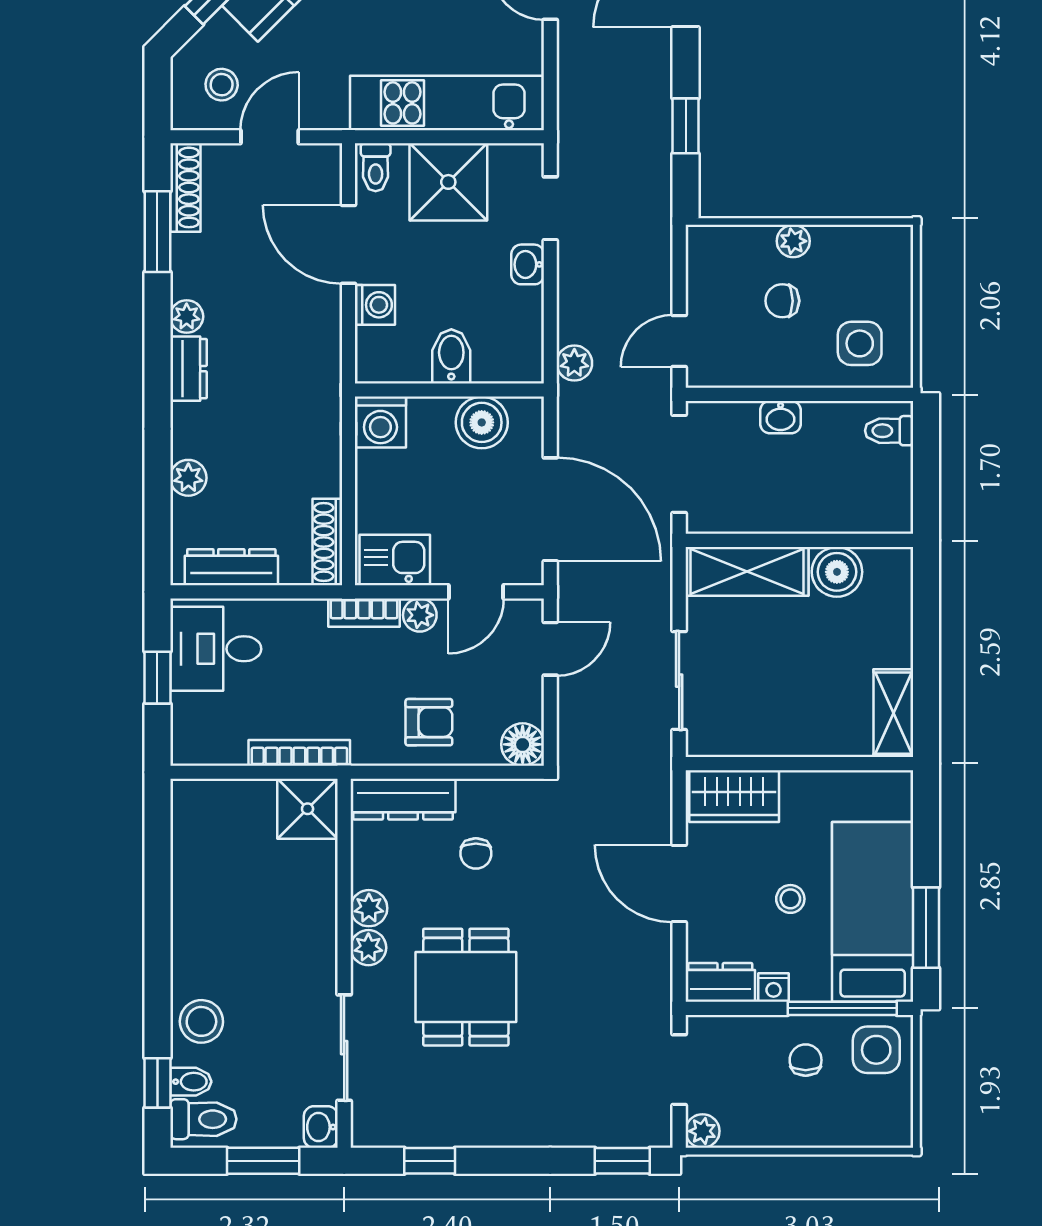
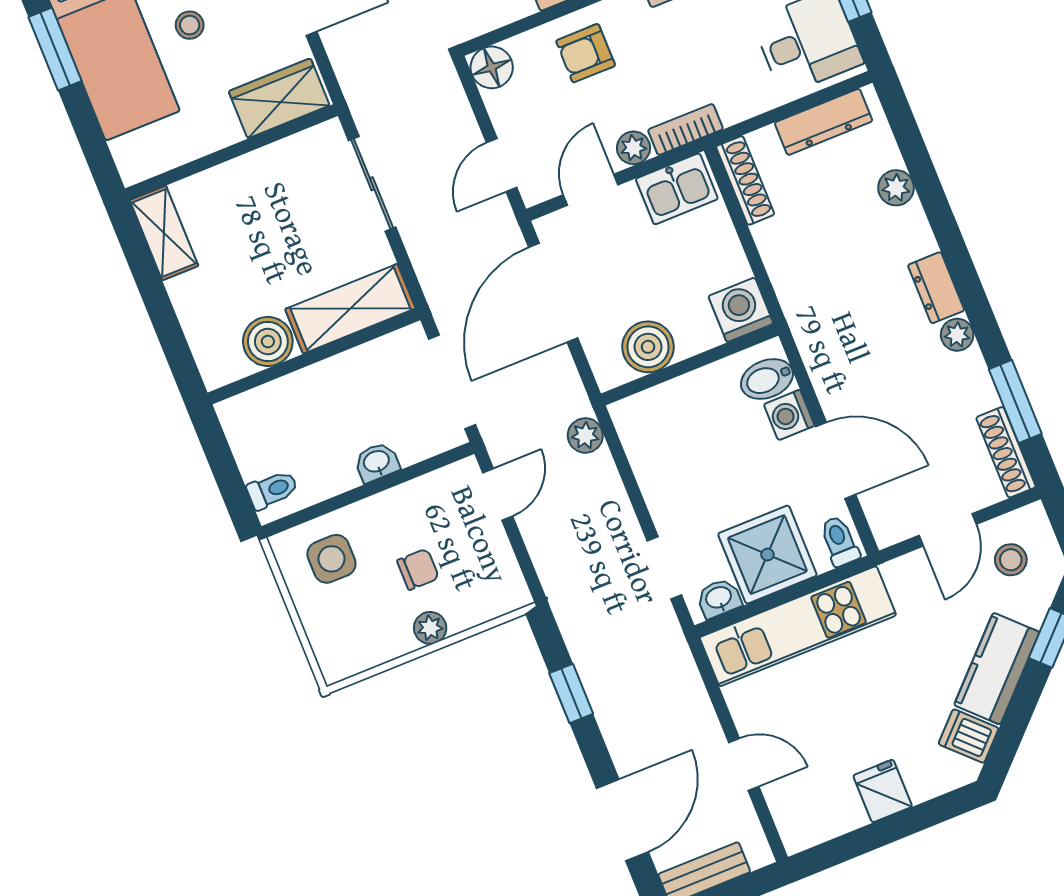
washbasin: (528, 264) -> (719, 598), moved, turned -90
bidet: (451, 356) -> (767, 379), moved, turned 90
door: (550, 509) -> (553, 293), hinge flipped

